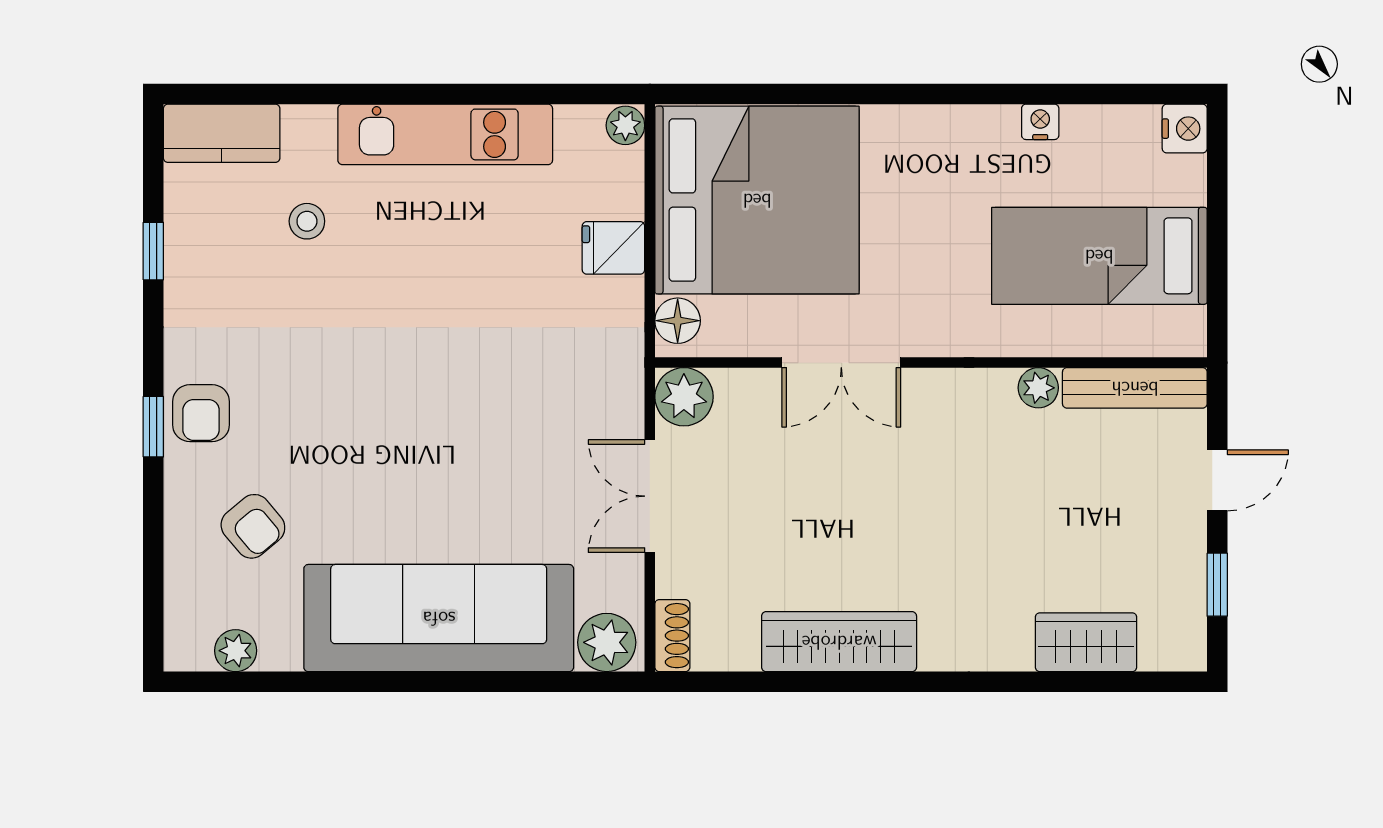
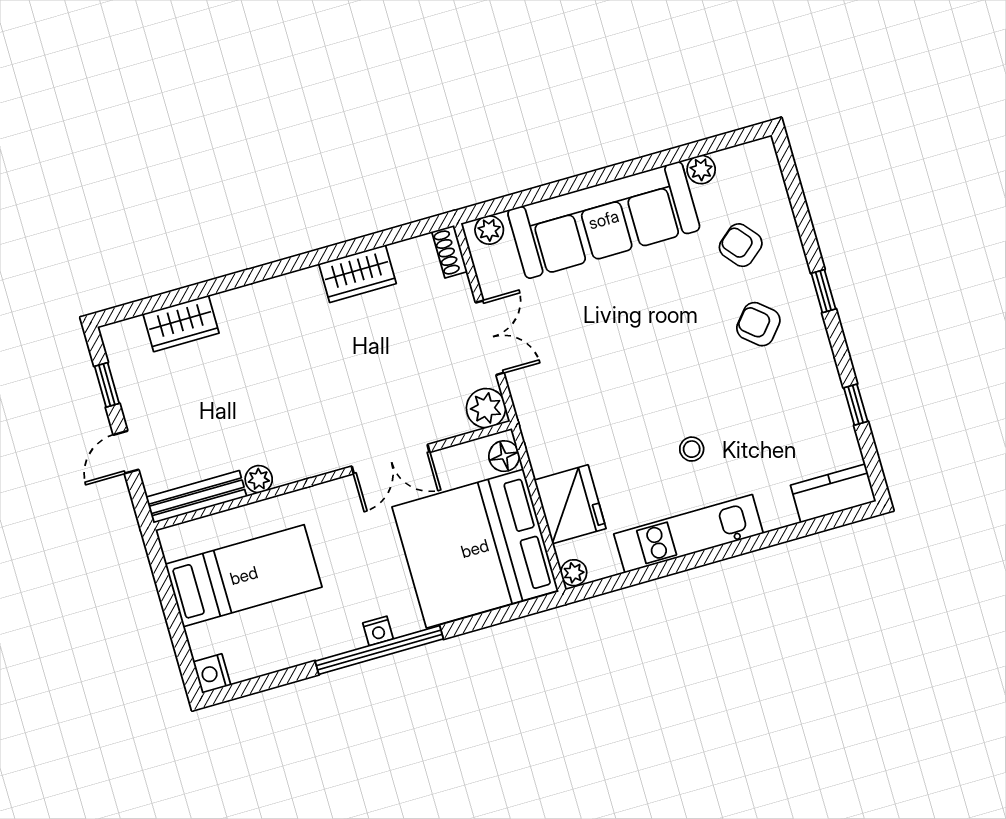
window: (935, 94) -> (379, 650), added
nightstand: (1040, 122) -> (378, 631), moved
stool: (307, 221) -> (692, 449), moved
fridge: (613, 248) -> (570, 504), width x1.88, depth x1.34
double door: (841, 363) -> (391, 459), swing flipped
armchair: (201, 413) -> (758, 324), moved, turned -50
plant: (607, 642) -> (489, 230), width x0.73, depth x0.73
wardrobe: (839, 642) -> (357, 274), width x0.67
plant: (236, 651) -> (701, 170), moved

